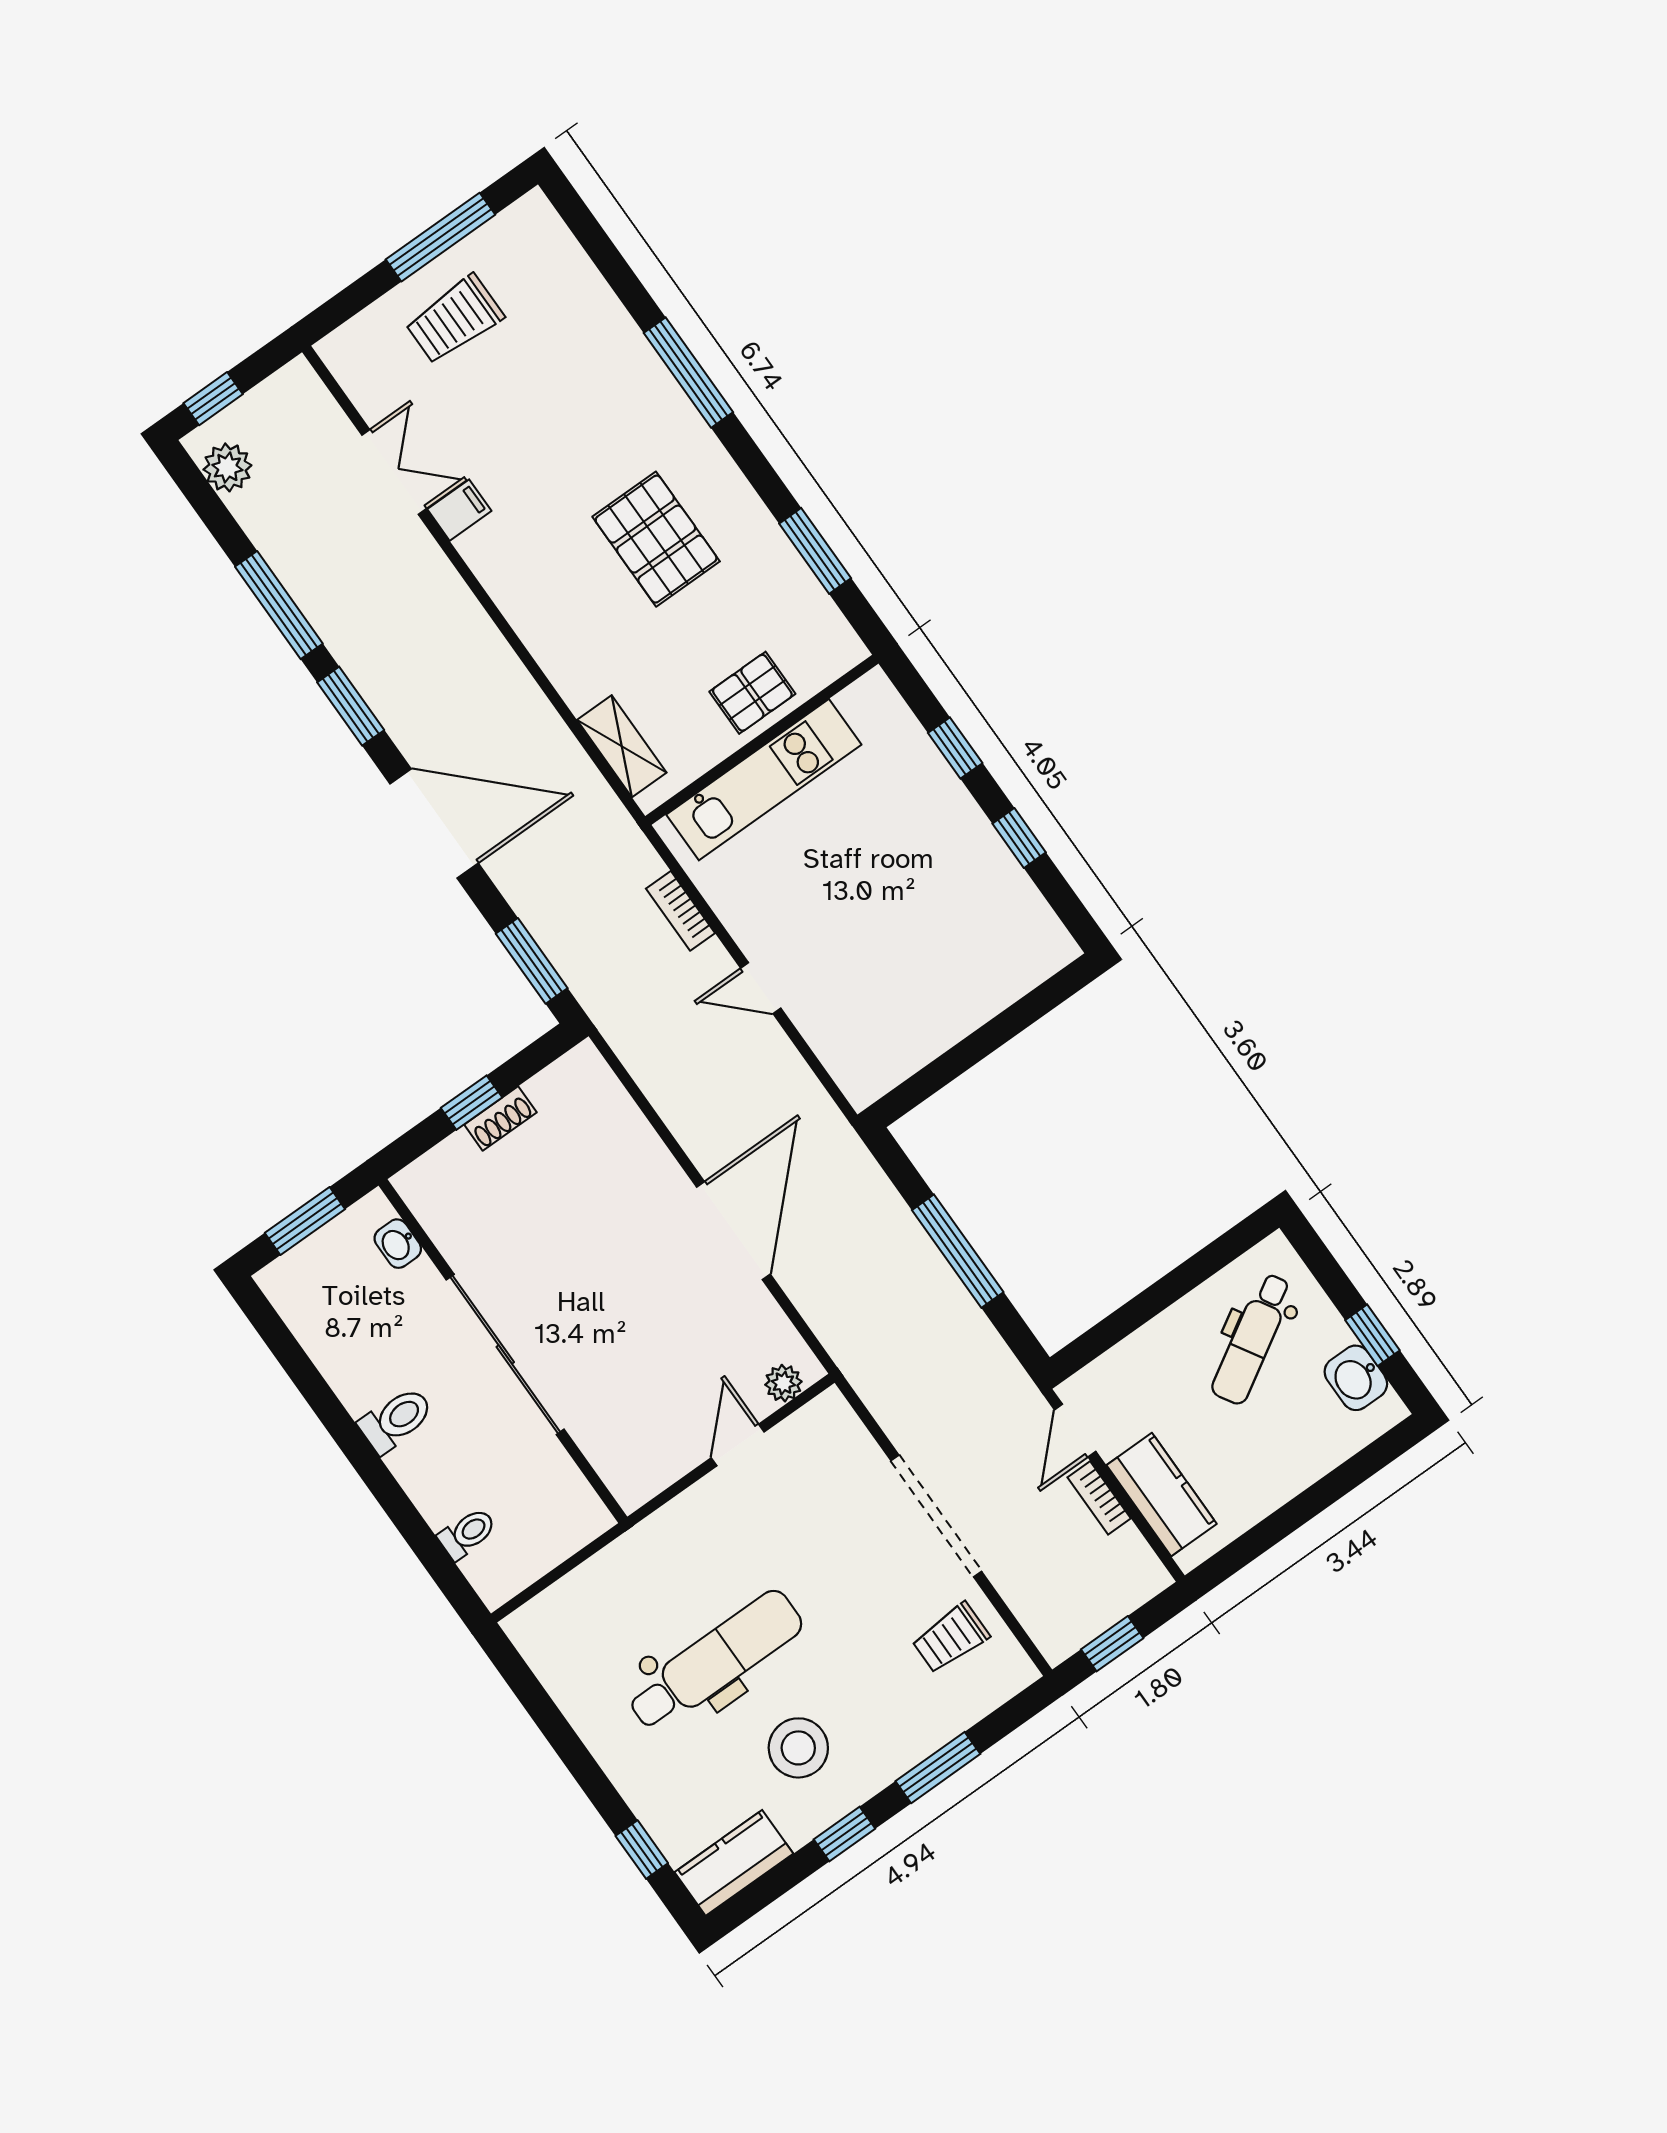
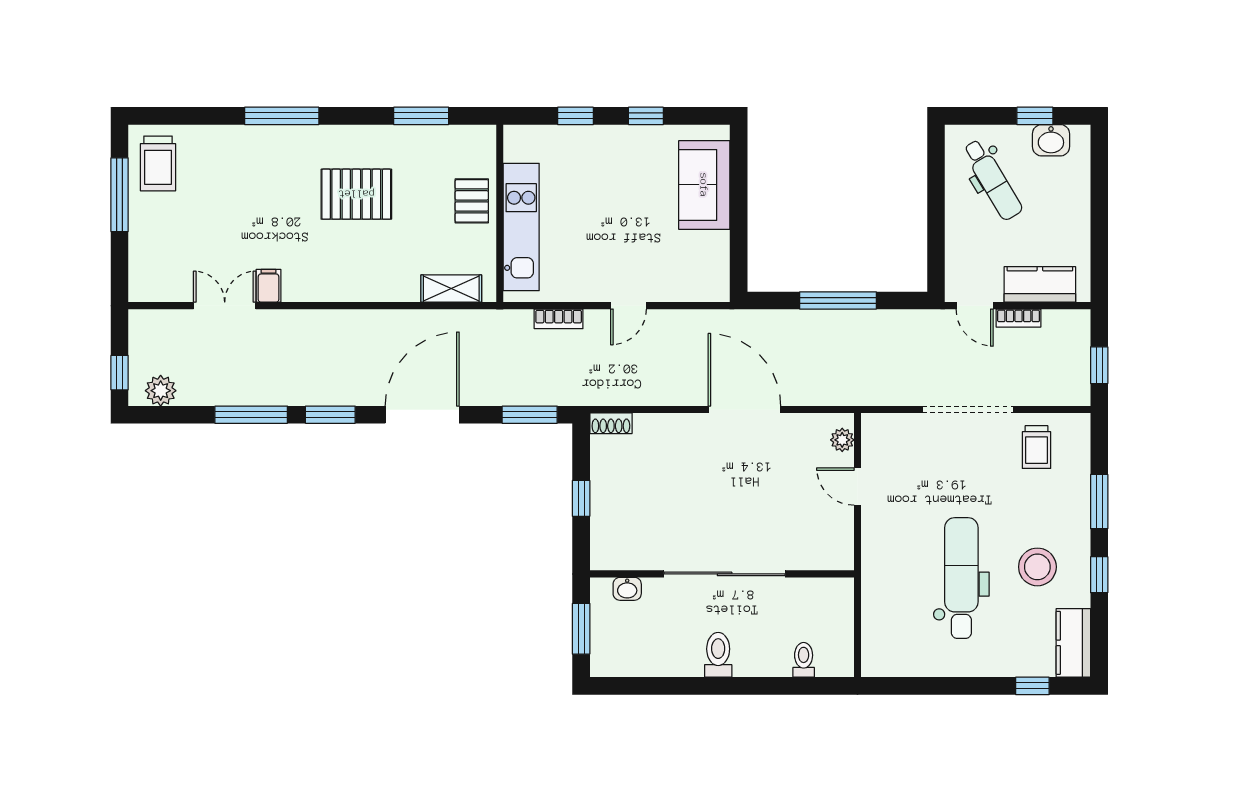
trolley: (455, 319) -> (158, 163), moved
sofa: (984, 975) -> (704, 185), added
shoe rack: (500, 1119) -> (611, 423), moved, turned 90

